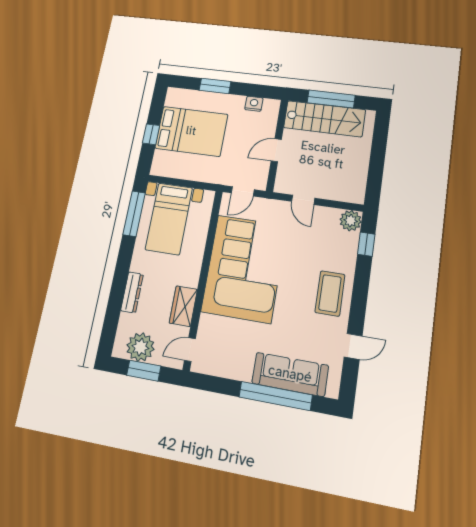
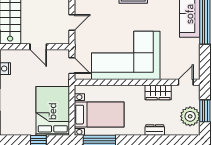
bed: (191, 131) -> (53, 111), moved
dresser: (132, 292) -> (155, 130), width x0.70
door: (190, 350) -> (186, 82), swing flipped

